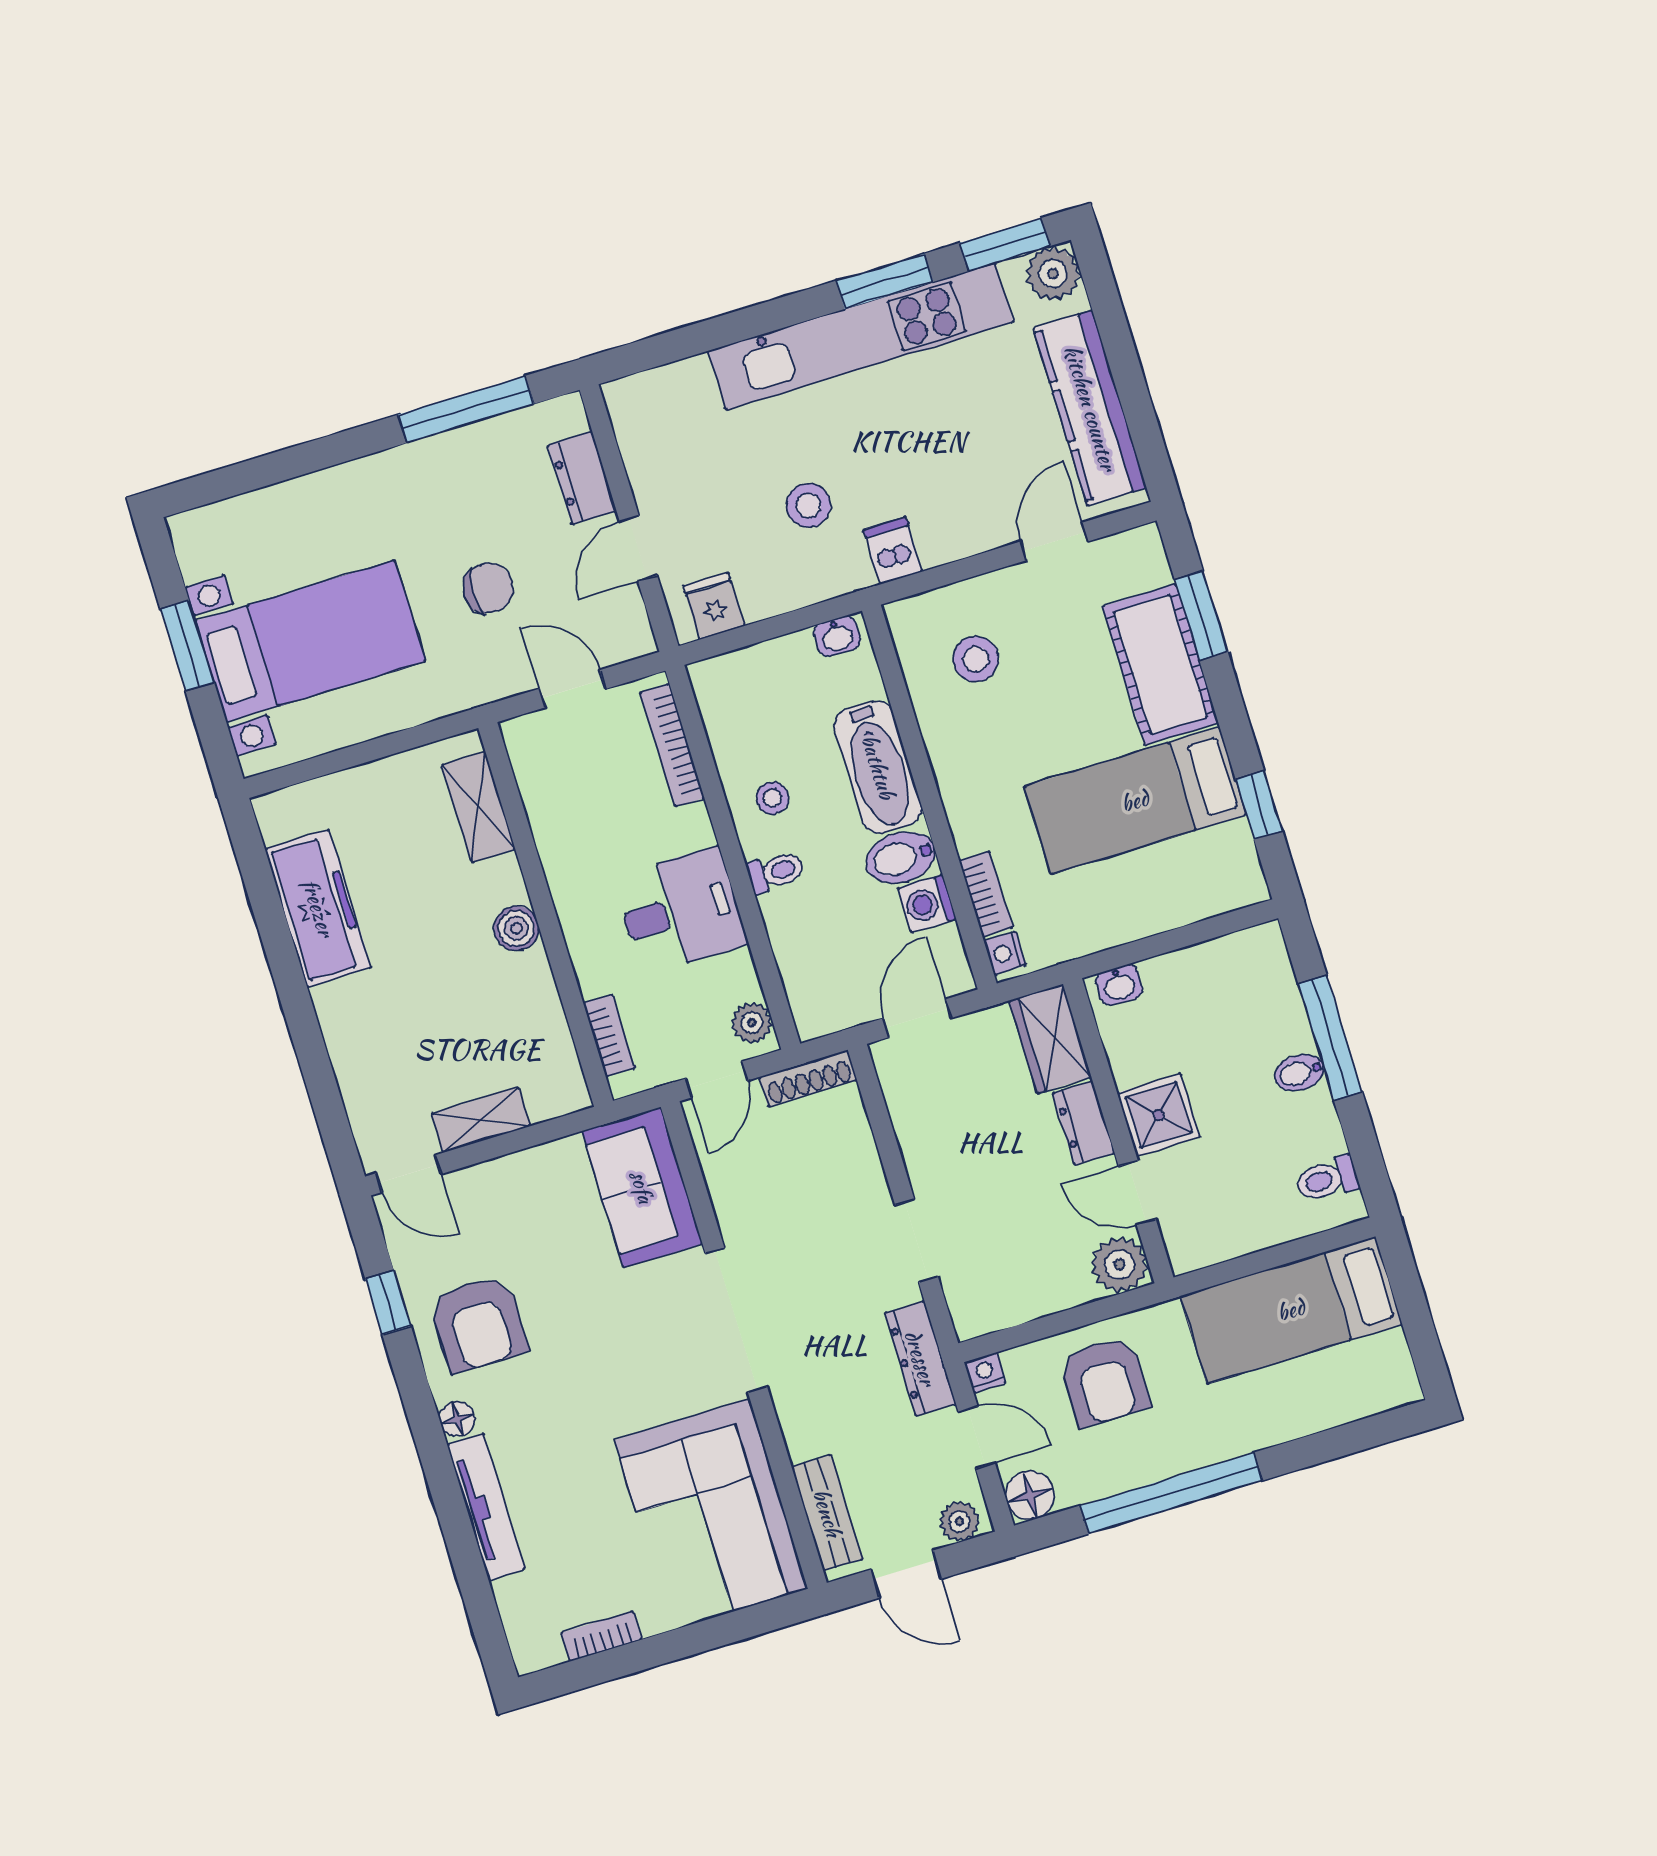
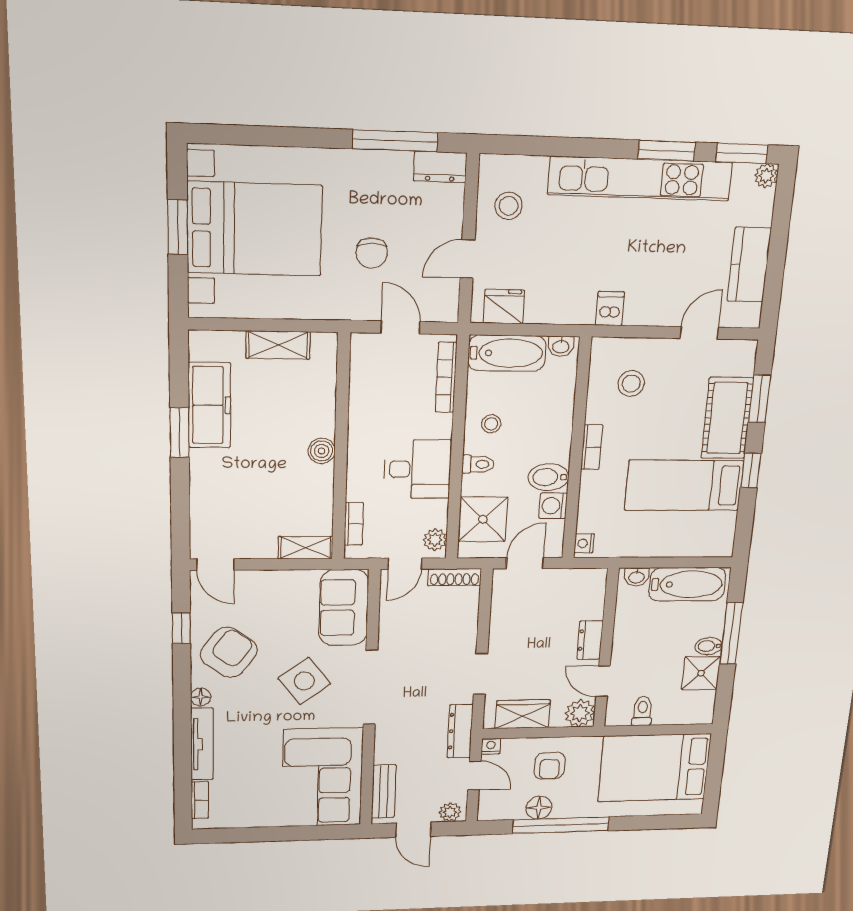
plant: (1053, 274) -> (766, 176), width x0.73, depth x0.73
kitchen counter: (1090, 408) -> (749, 265), width x0.67
dresser: (582, 478) -> (440, 167), moved, turned -90
stool: (808, 505) -> (509, 206), moved
chair: (488, 588) -> (372, 253), turned 90
fridge: (714, 606) -> (504, 307), width x1.38
bed with nightstands: (310, 641) -> (255, 229), width x1.36
bathtub: (878, 767) -> (507, 353), moved, turned -90
window: (1259, 805) -> (751, 471), moved
shelving: (479, 807) -> (278, 345), moved, turned 90
bookcase: (986, 894) -> (592, 447), moved
shower: (818, 963) -> (483, 519), added
window: (285, 967) -> (180, 432), added
bathtub: (1214, 972) -> (687, 584), added
wardrobe: (1050, 1039) -> (523, 714), moved, turned 90
shower: (1159, 1115) -> (701, 673), moved
shelving: (481, 1120) -> (306, 548), moved
toilet: (1327, 1179) -> (642, 711), moved, turned 90
bed: (1291, 1310) -> (654, 768), width x1.50
armchair: (478, 1324) -> (229, 652), turned -144
side table: (620, 1340) -> (304, 681), added
armchair: (1105, 1381) -> (550, 766), width x0.72, depth x0.72
floor lamp: (1030, 1495) -> (539, 808), moved
bookcase: (601, 1636) -> (200, 800), moved, turned 90

